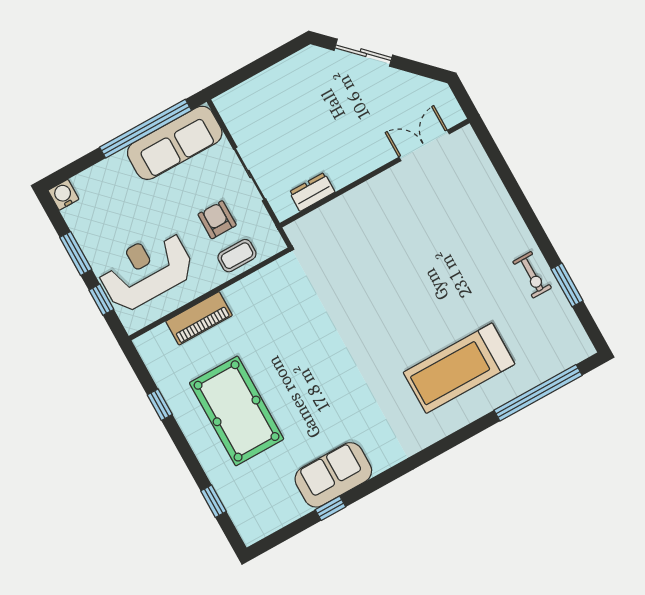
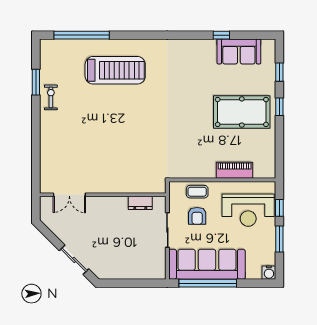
sofa: (175, 143) -> (207, 264), width x1.36, depth x1.27
window: (160, 405) -> (279, 107), moved
pool table: (237, 411) -> (242, 112), turned 90
sofa: (333, 475) -> (239, 51), moved

